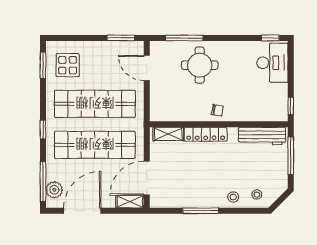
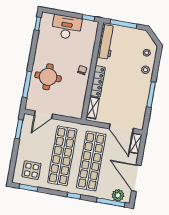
desk: (272, 63) -> (67, 27), moved

